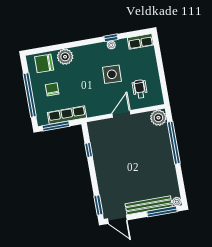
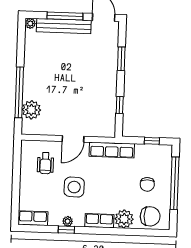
row of seats: (85, 51) -> (99, 221), added
row of seats: (67, 115) -> (112, 150), moved
plant: (158, 118) -> (31, 110), moved
window: (56, 126) -> (152, 141), width x0.46
window: (98, 205) -> (121, 59), moved
window: (162, 212) -> (65, 16), moved

